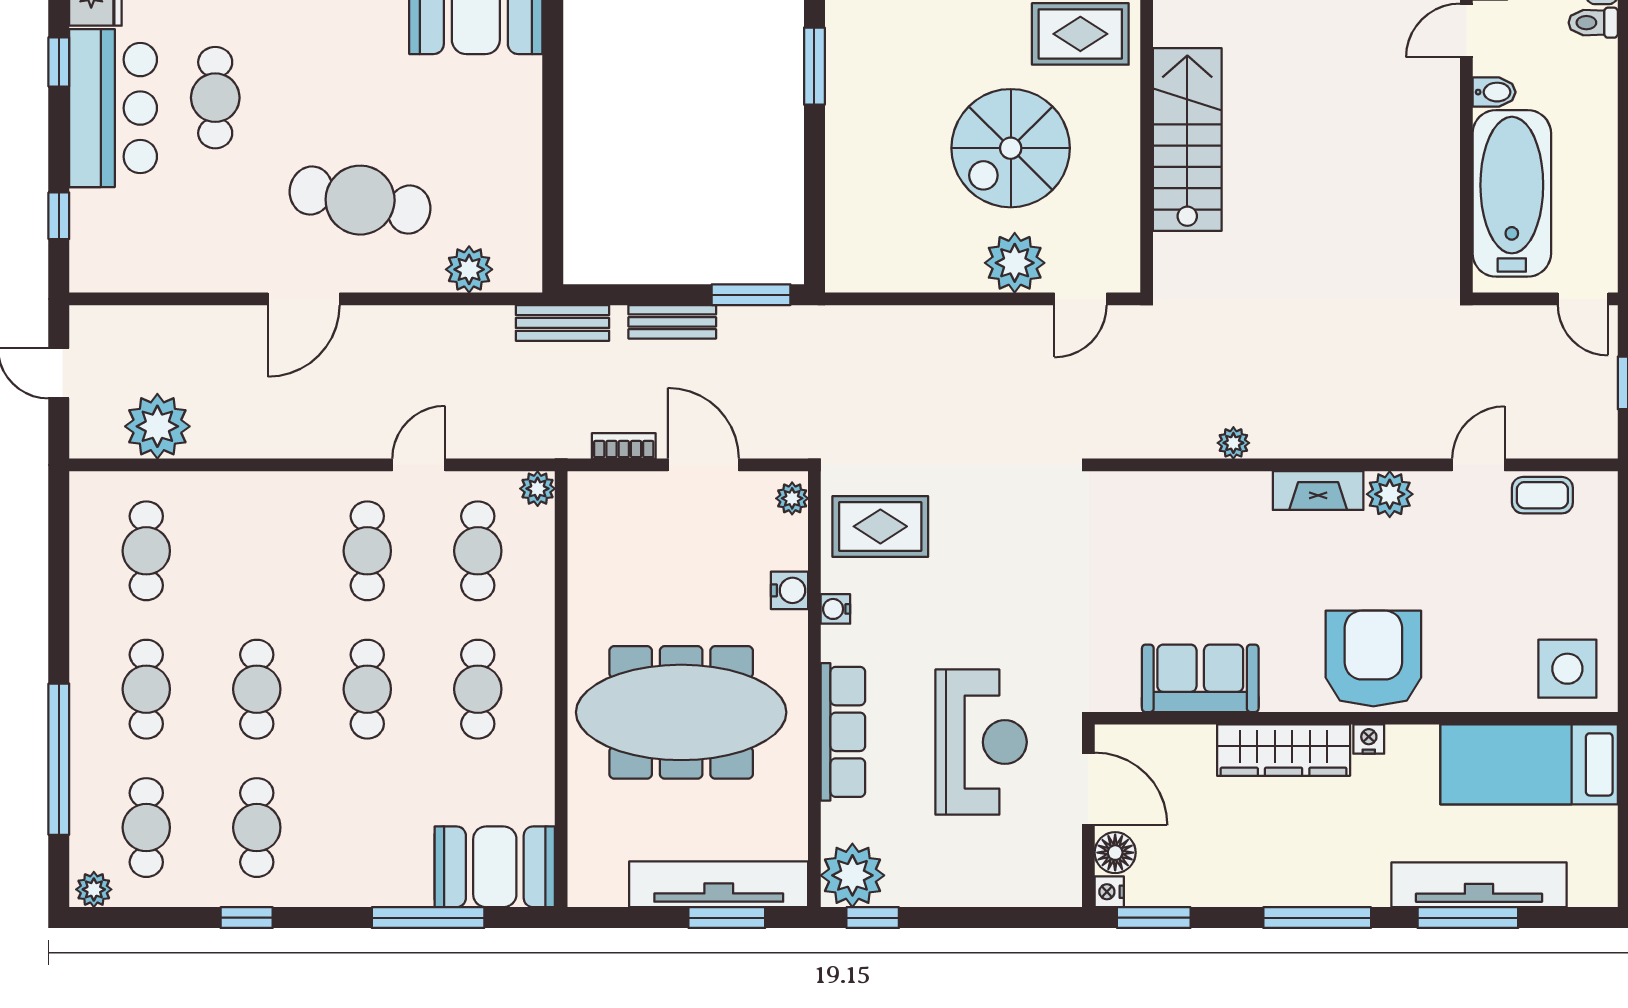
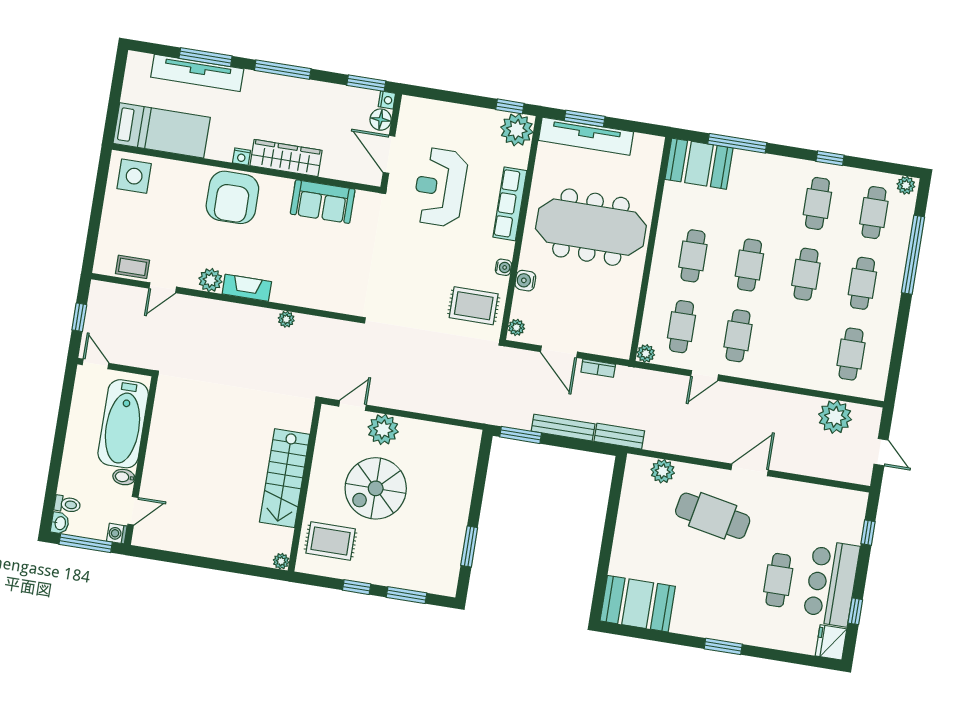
spiral stairs: (1011, 148) -> (376, 488), turned 180
bench: (672, 322) -> (563, 428), width x1.36

